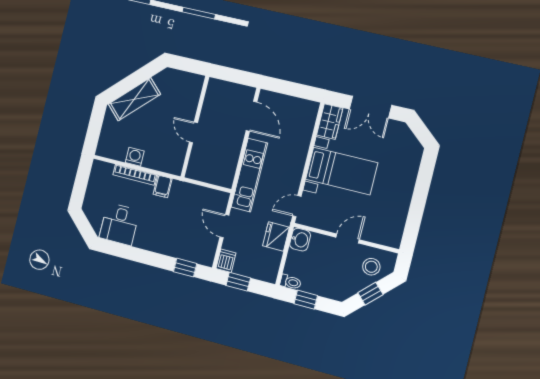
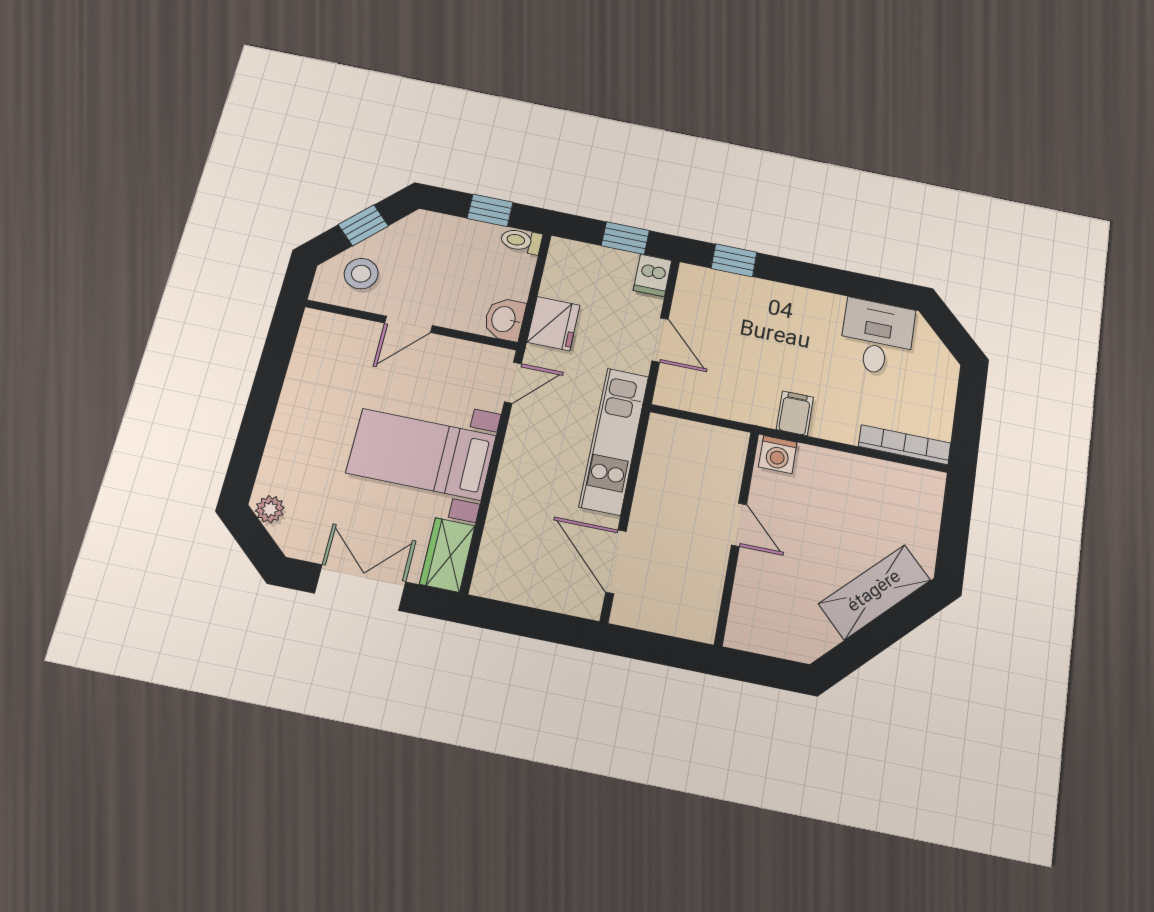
plant: (414, 146) -> (270, 509), added
washing machine: (135, 157) -> (778, 455), moved
bookcase: (135, 175) -> (905, 445), moved

